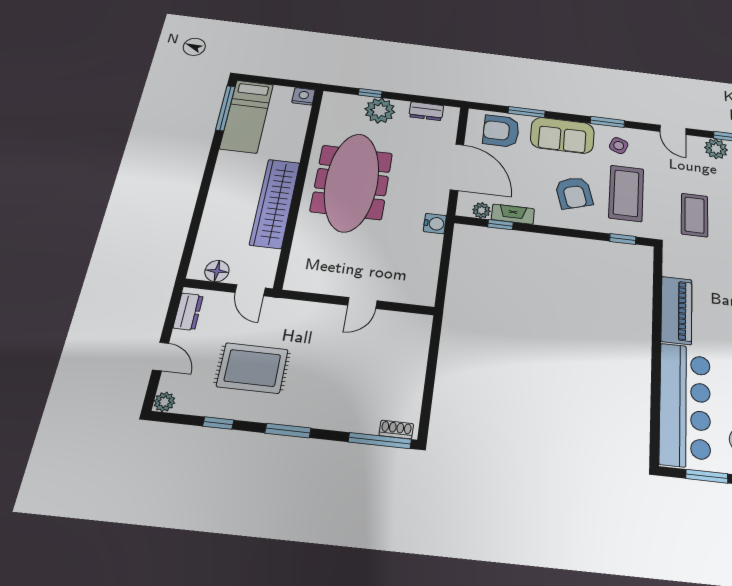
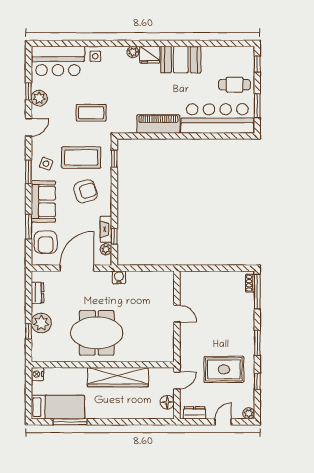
window: (225, 108) -> (70, 422), moved
meeting table: (352, 182) -> (97, 333), width x0.73
rug: (252, 368) -> (224, 369), turned 90

